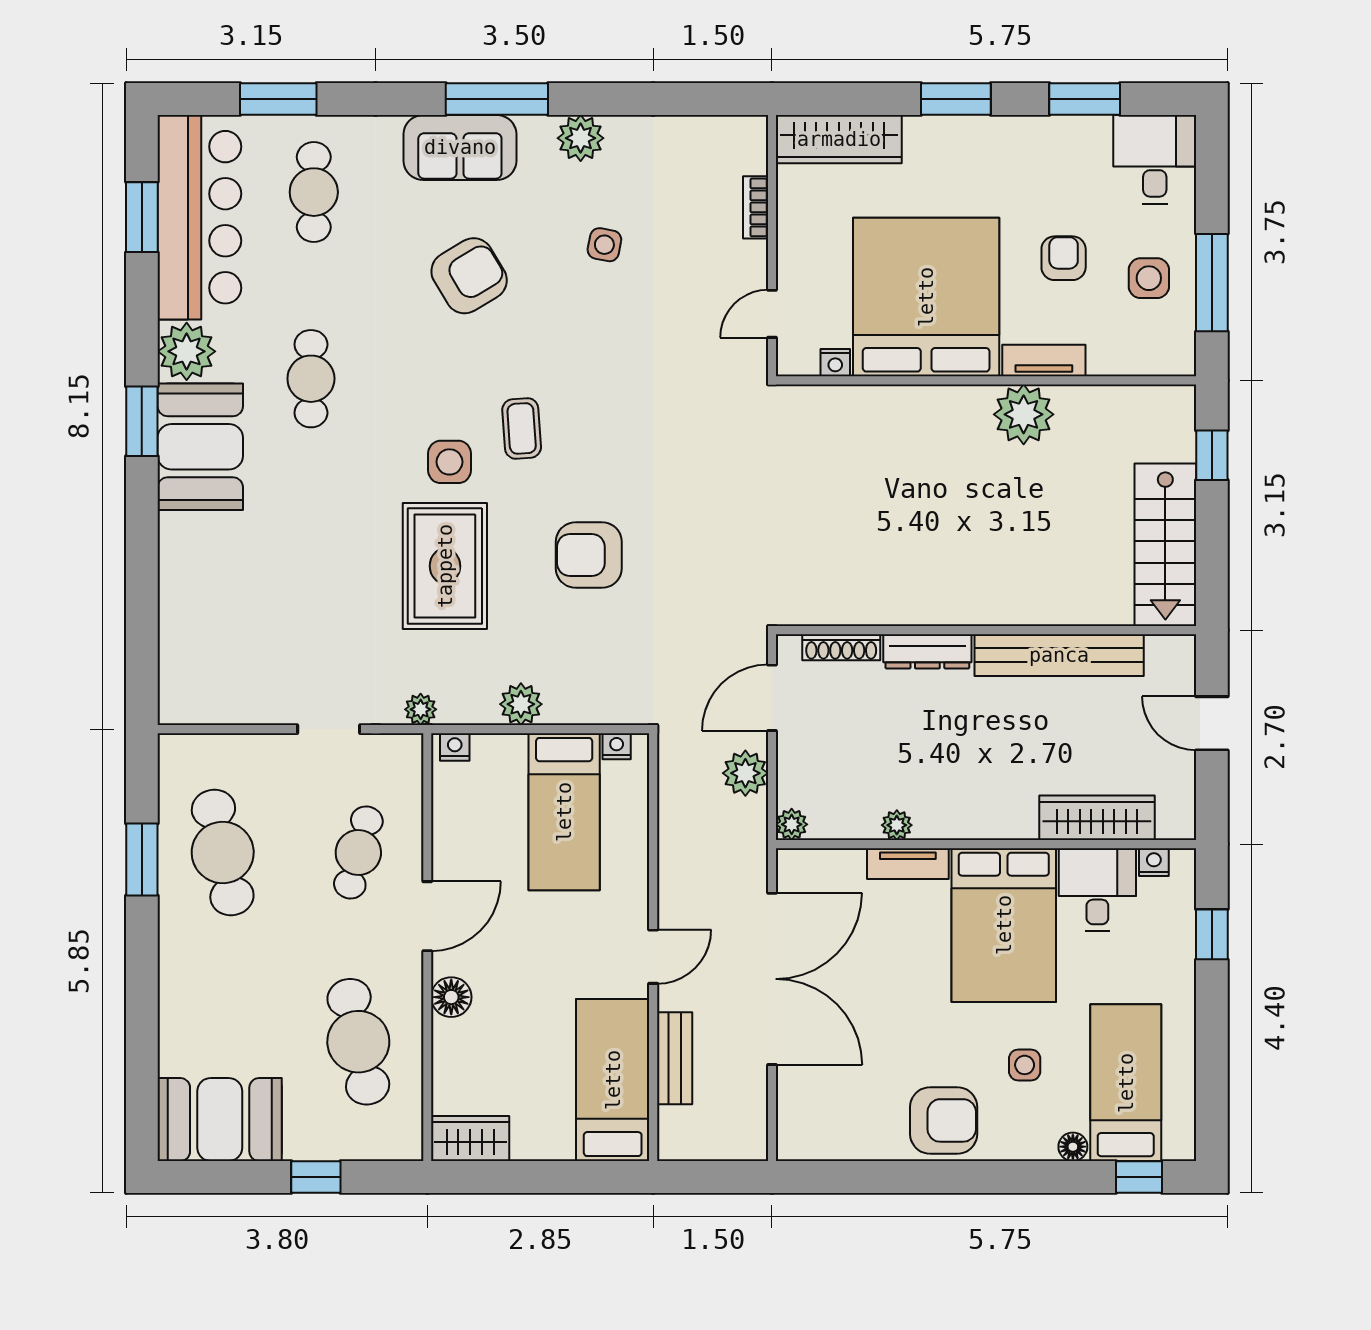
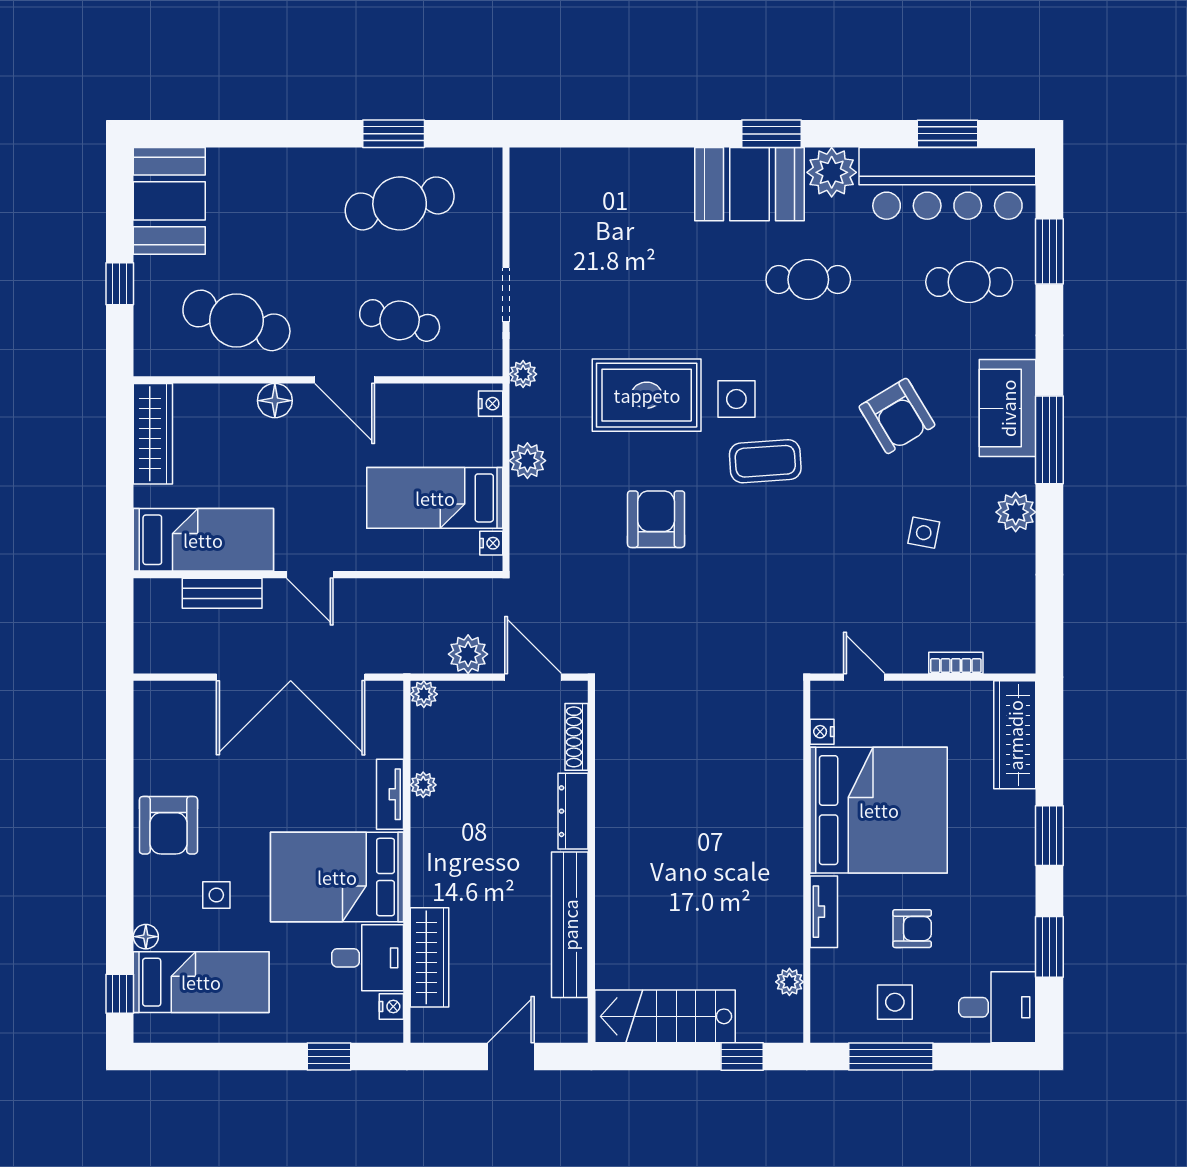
plant: (1024, 414) -> (789, 982), moved, width x0.53, depth x0.53
coffee table: (522, 428) -> (765, 461), width x1.36, depth x1.30
cafe table: (358, 1042) -> (236, 320), turned 30
wardrobe: (470, 1138) -> (153, 434), width x1.50

